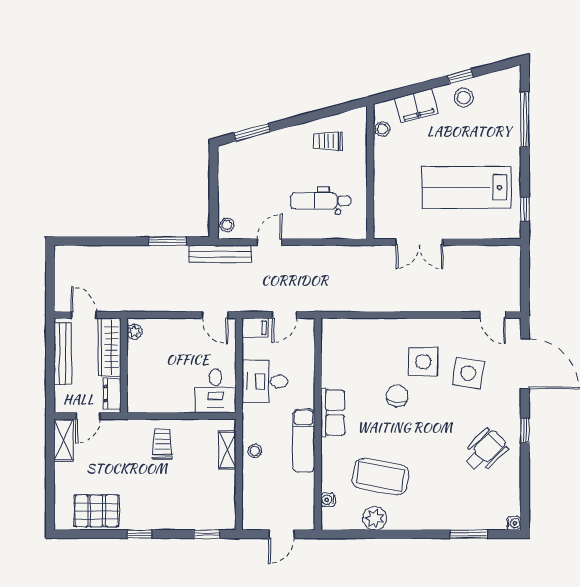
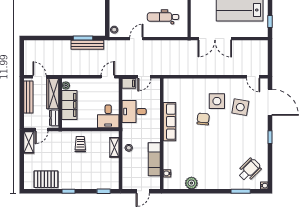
double door: (419, 242) -> (215, 39), width x1.37
bench: (220, 254) -> (87, 45), moved
door: (215, 315) -> (108, 77), swing flipped
filing cabinet: (141, 369) -> (69, 105), added
row of seats: (333, 413) -> (169, 122), width x1.48
exam couch: (304, 440) -> (154, 159), moved
wheelchair: (485, 451) -> (249, 170), moved
coffee table: (380, 477) -> (194, 161), removed

